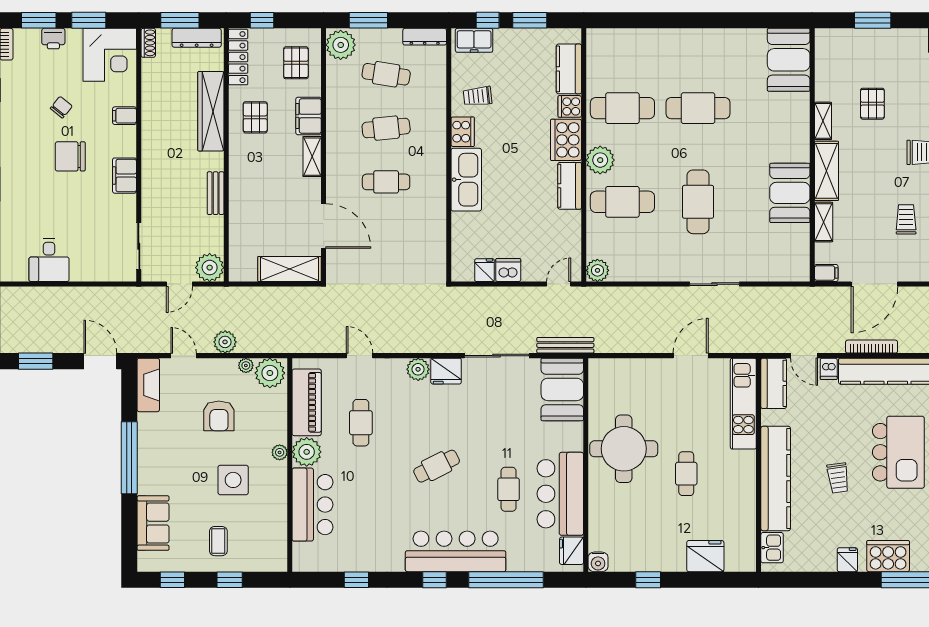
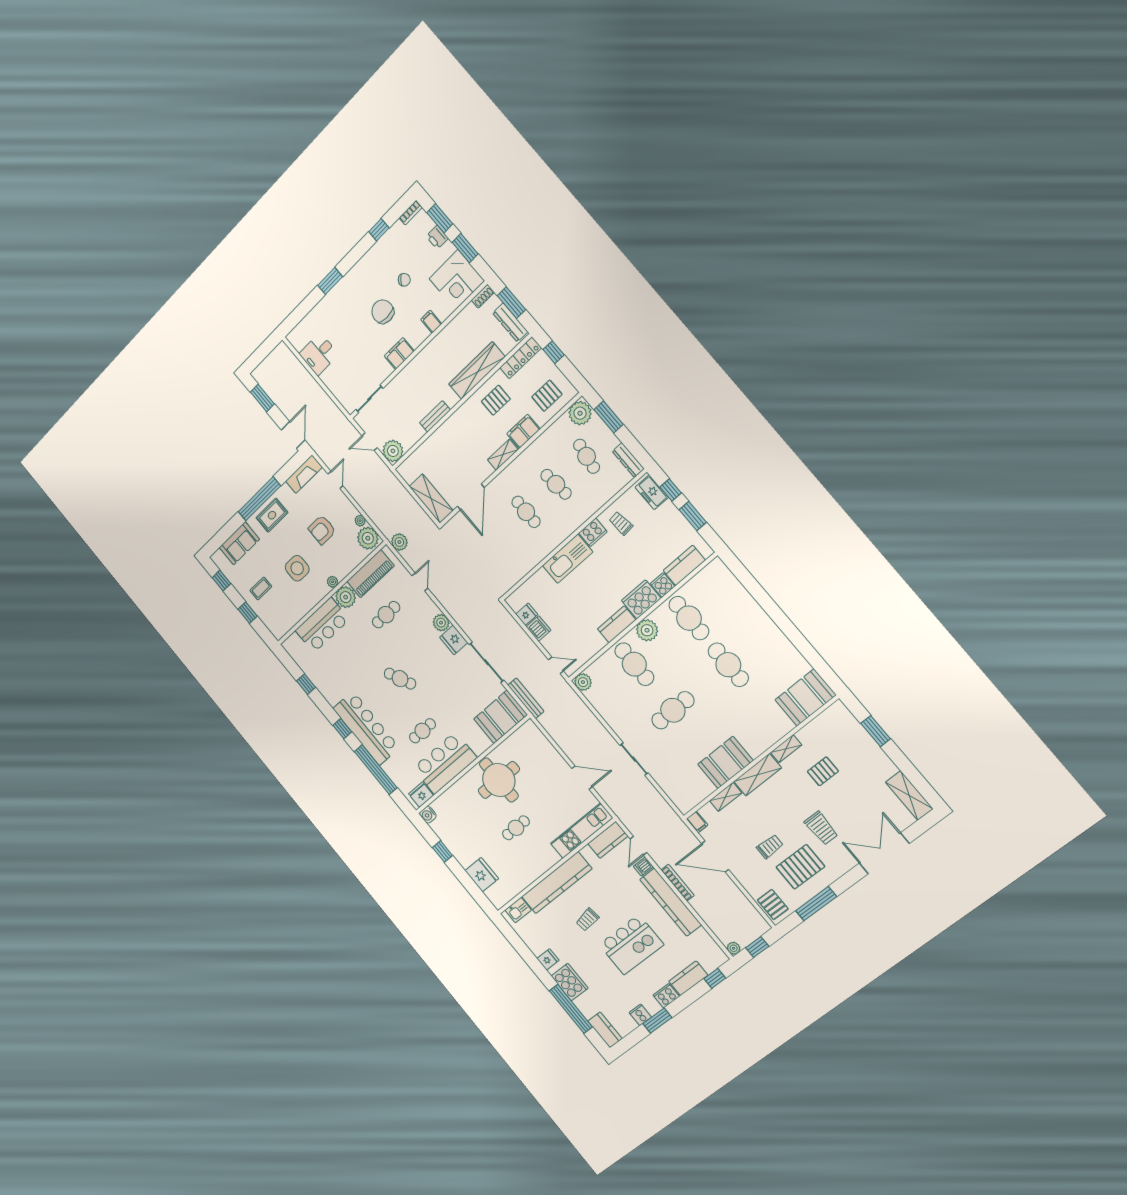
plant: (225, 342) -> (399, 542), moved
rug: (157, 459) -> (272, 515), added

